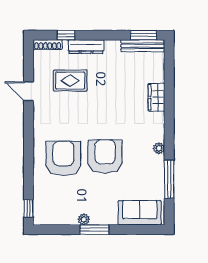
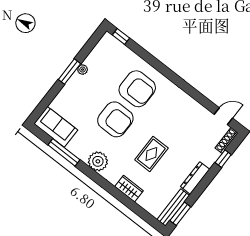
dresser: (86, 47) -> (195, 178), moved
rug: (70, 81) -> (151, 154), moved
door: (29, 91) -> (223, 116), moved
plant: (159, 148) -> (98, 161), width x1.88, depth x1.88
sofa: (140, 213) -> (56, 127), moved, turned -90

